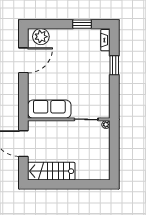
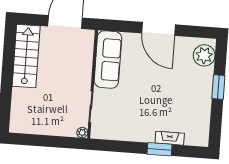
window: (82, 24) -> (218, 87), moved
fireplace: (105, 40) -> (170, 138), moved
door: (23, 60) -> (159, 29), moved

